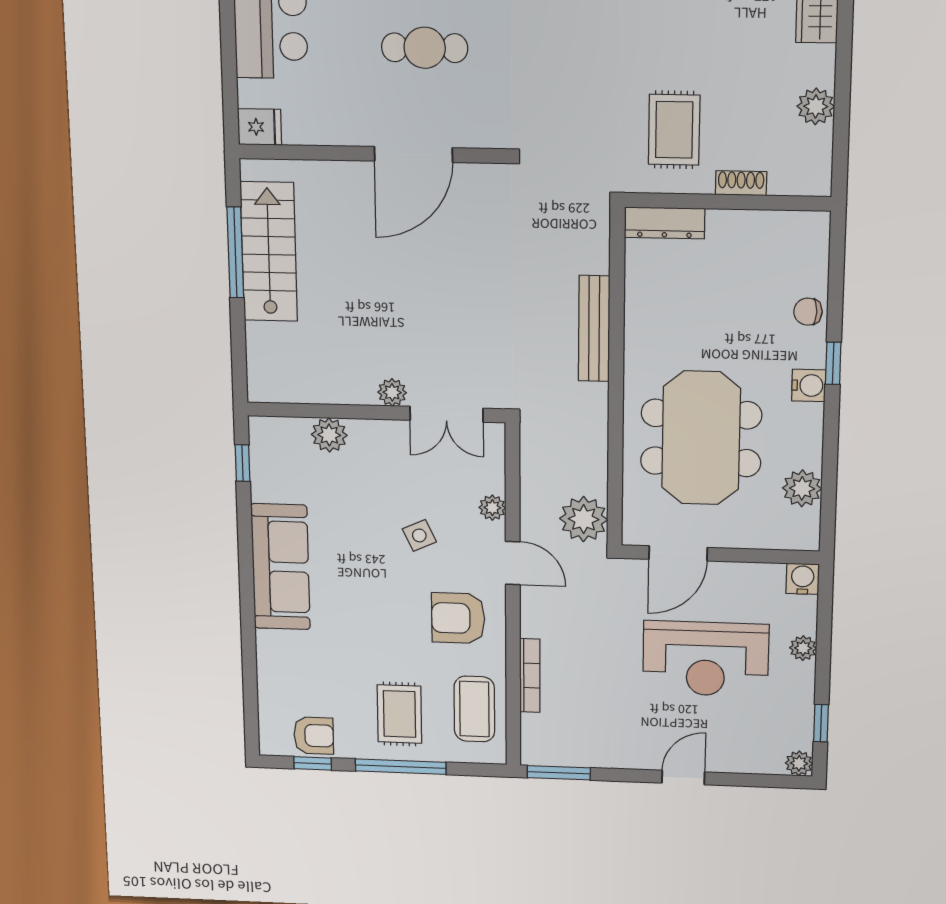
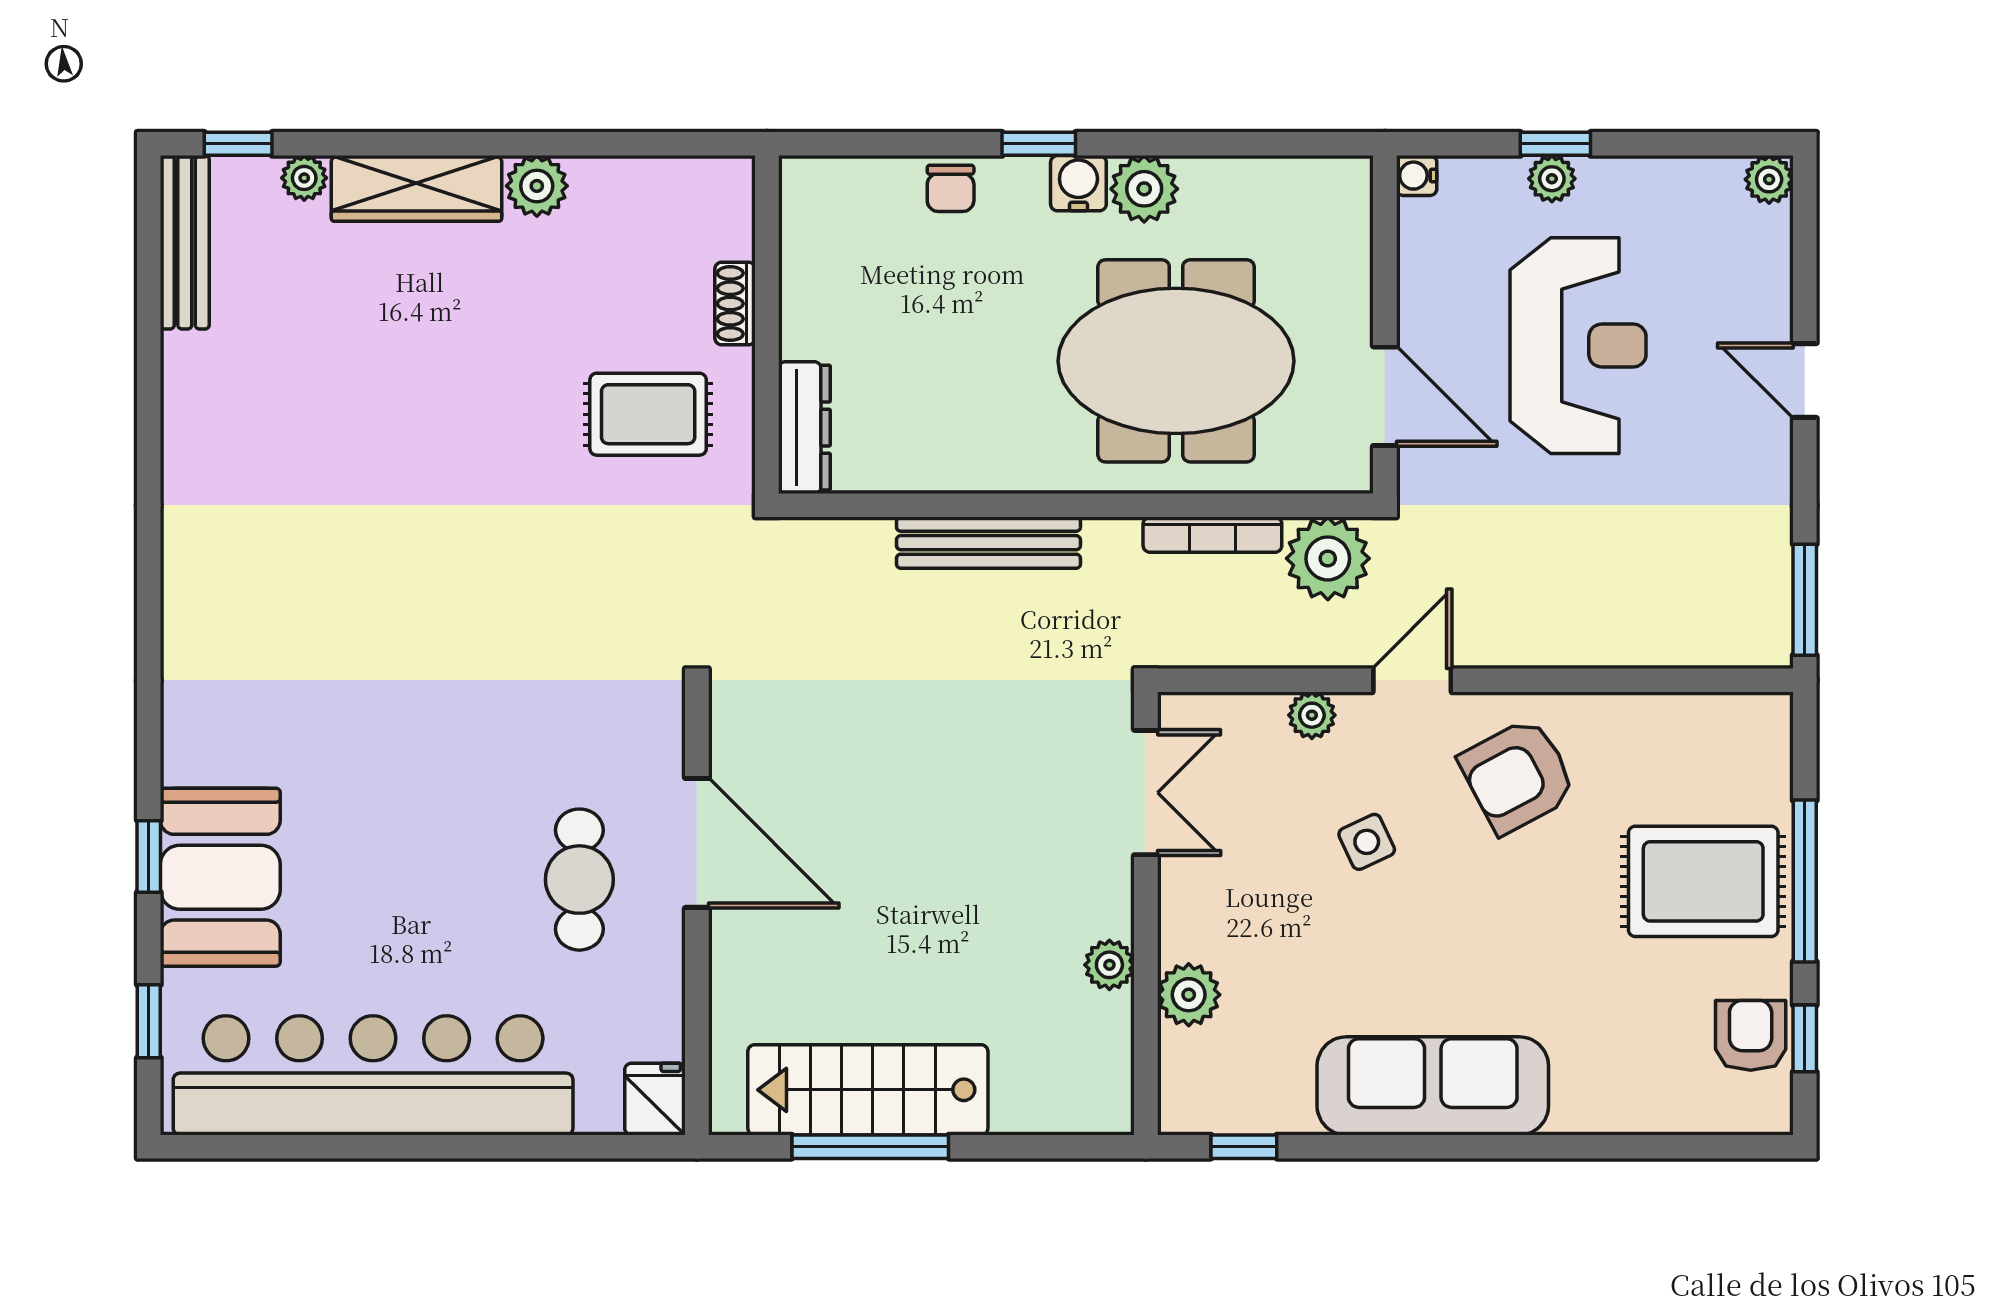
cafe table: (425, 48) -> (579, 880), moved
plant: (816, 106) -> (537, 186), moved
plant: (392, 392) -> (1109, 965), moved
plant: (802, 488) -> (1144, 189), moved
water cooler: (803, 579) -> (1417, 176), width x0.72, depth x0.72
armchair: (458, 618) -> (1518, 776), turned 62
bookcase: (530, 676) -> (1212, 535), moved, turned 180
coffee table: (474, 709) -> (1688, 749), removed
rug: (399, 714) -> (1703, 881), width x1.36, depth x1.43
window: (821, 723) -> (1555, 144), moved

